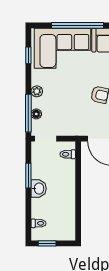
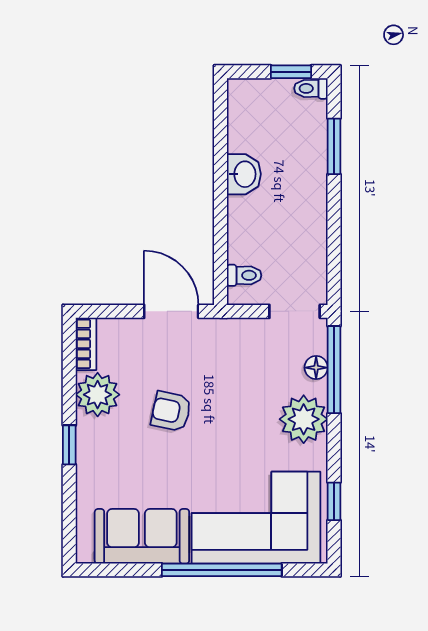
plant: (37, 91) -> (304, 419), width x1.87, depth x1.87
window: (28, 176) -> (334, 146), moved
washbasin: (39, 189) -> (244, 174), moved, turned 180
toilet: (39, 223) -> (311, 88), moved

